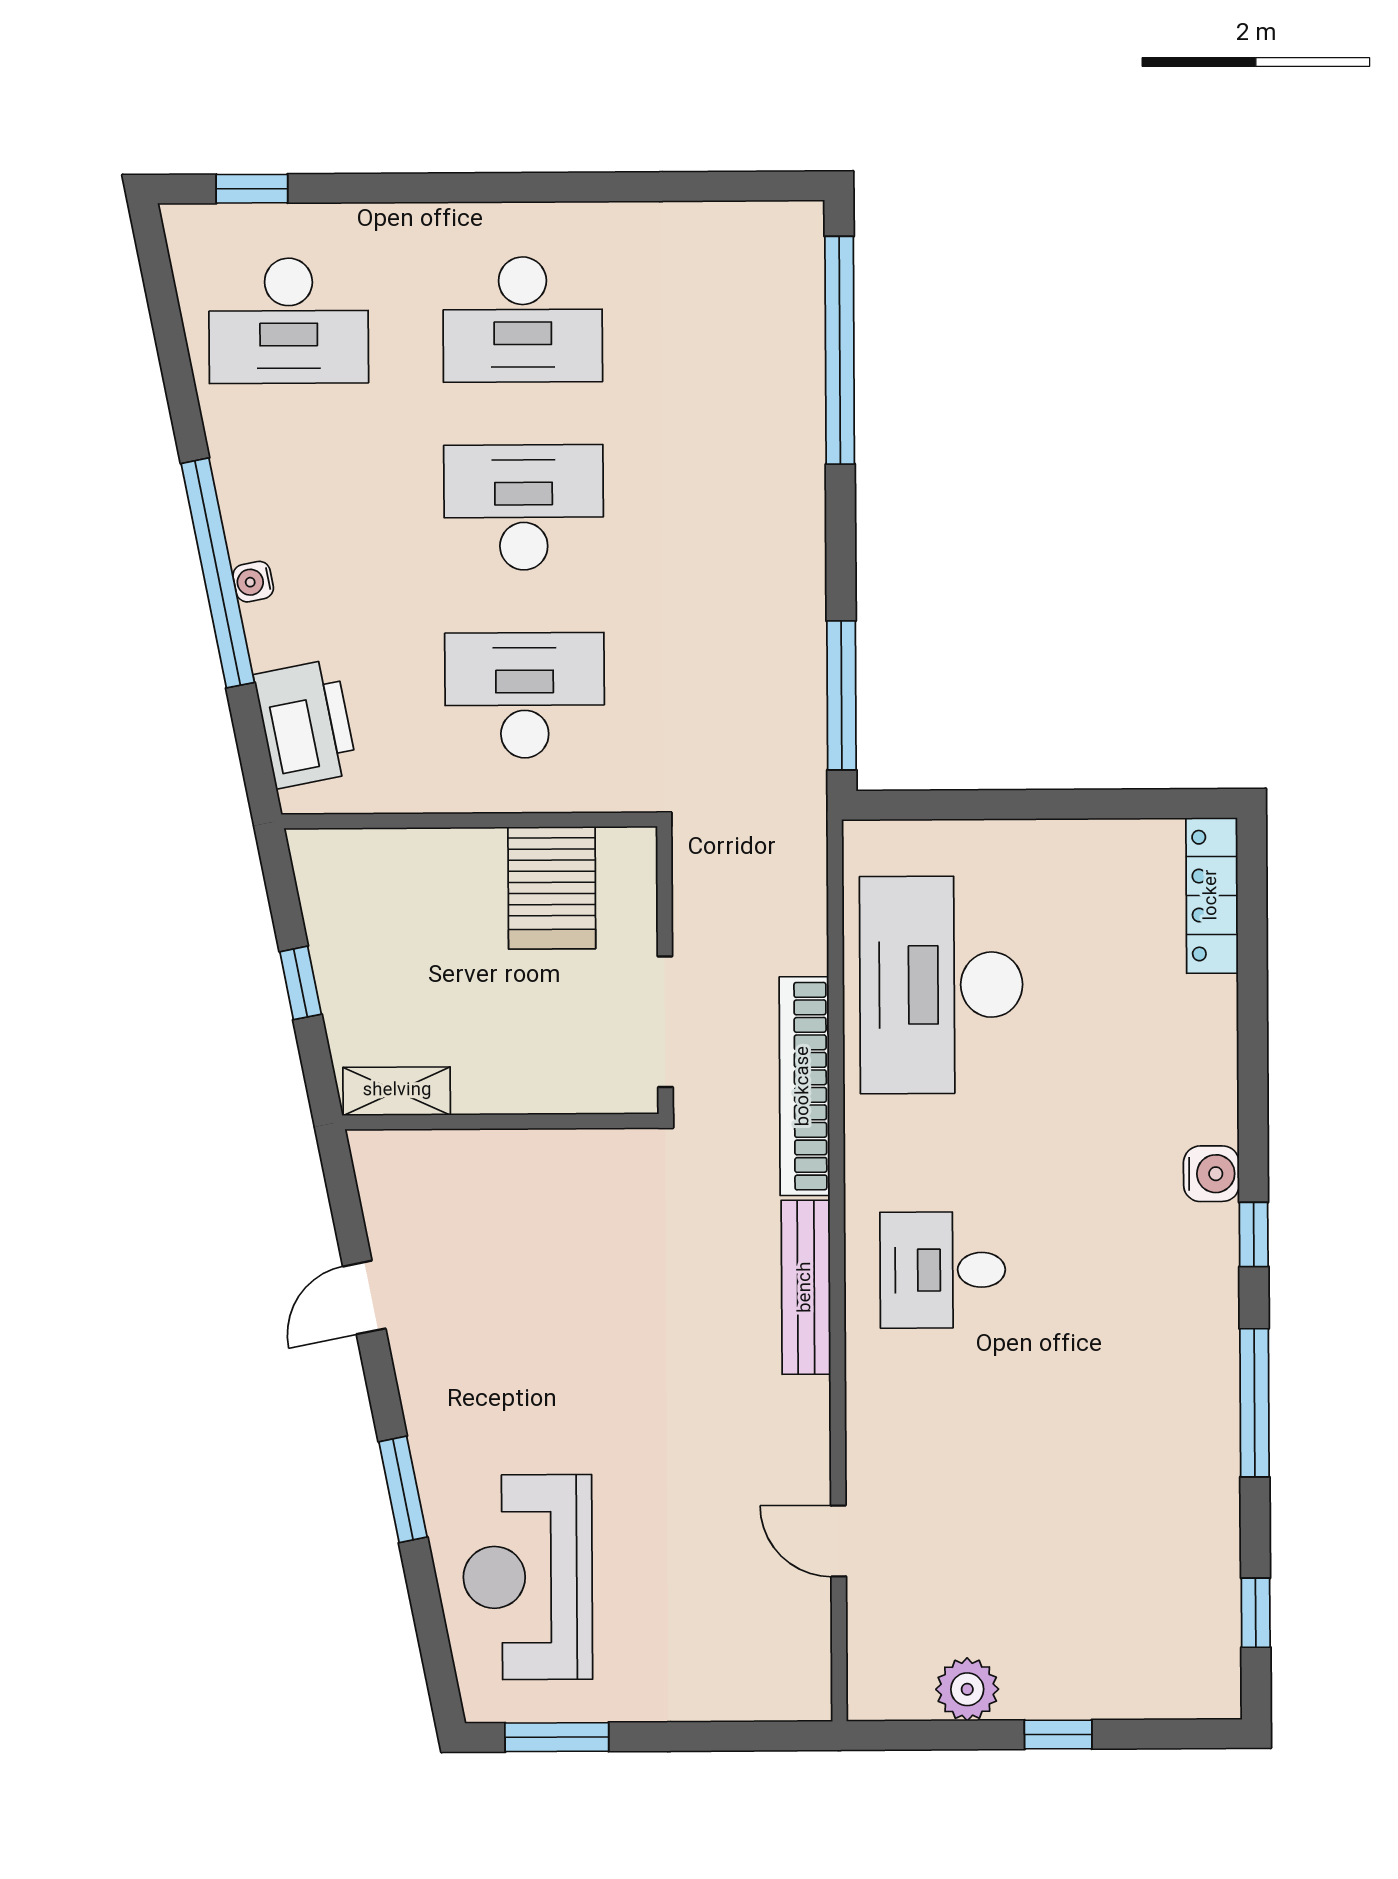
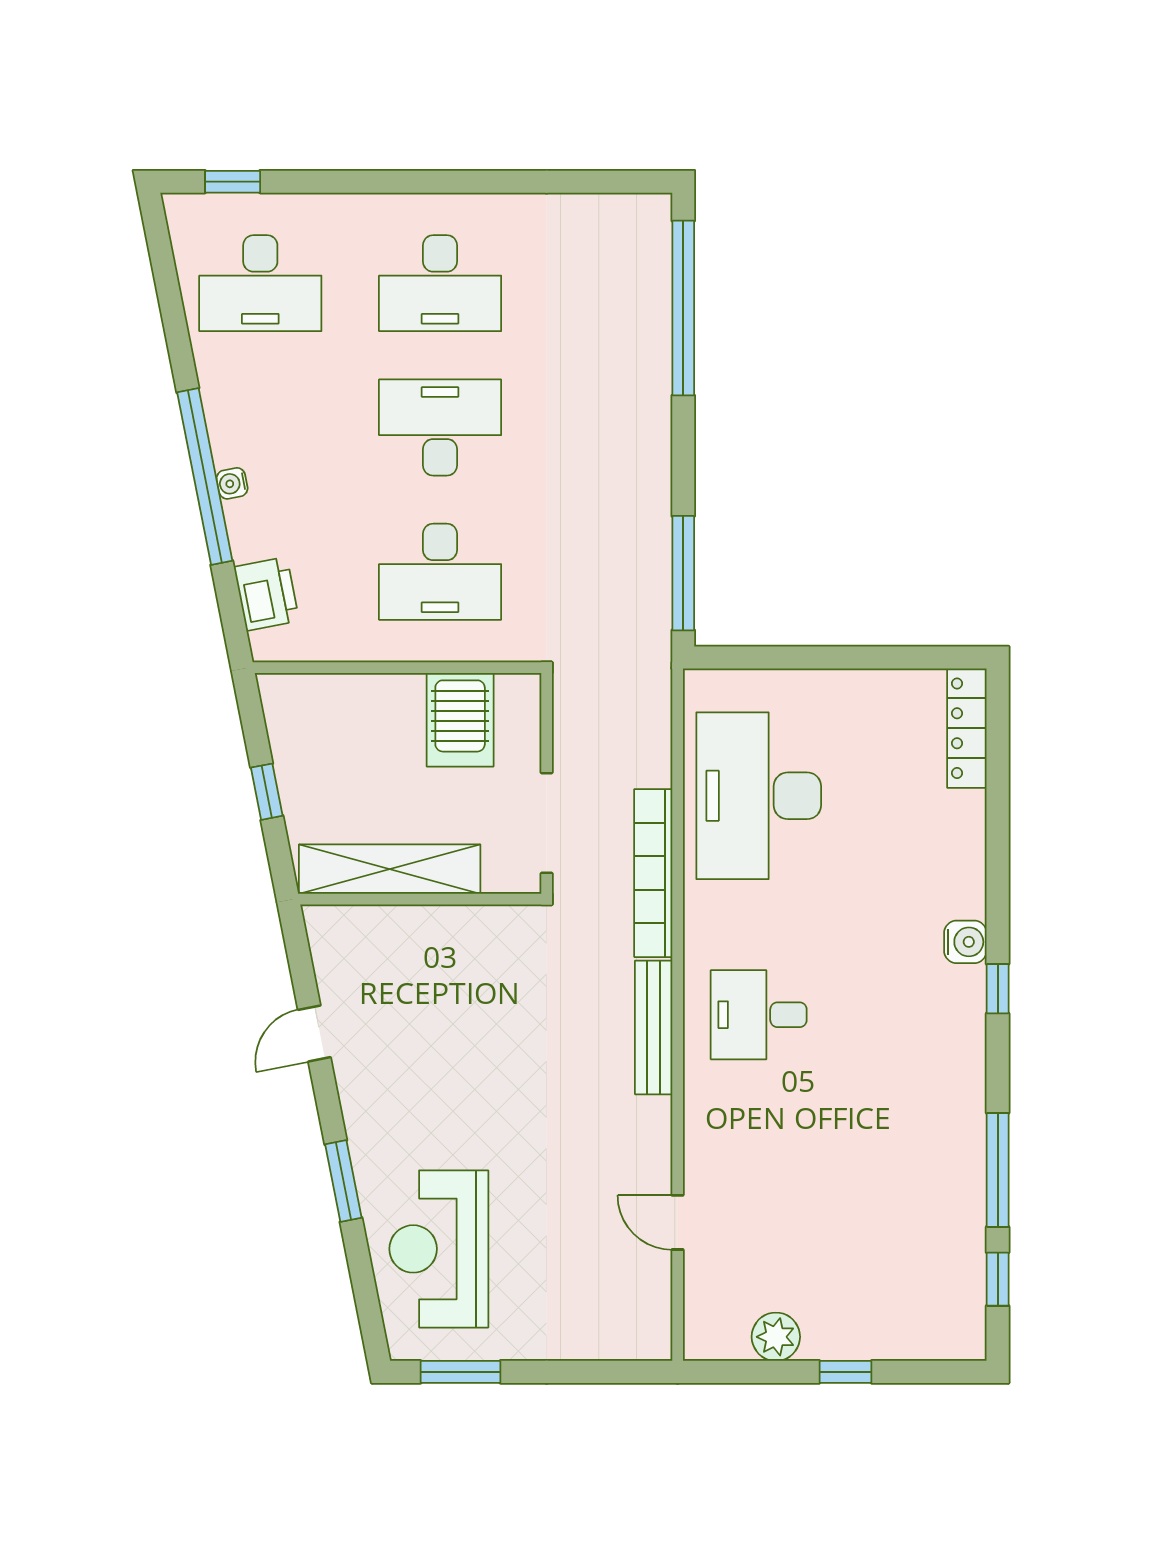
desk: (525, 695) -> (440, 572), turned 180
printer: (306, 724) -> (267, 594), width x0.73, depth x0.84
shelving: (397, 1091) -> (390, 869), width x2.20, depth x1.33
window: (1255, 1403) -> (998, 1170), moved

